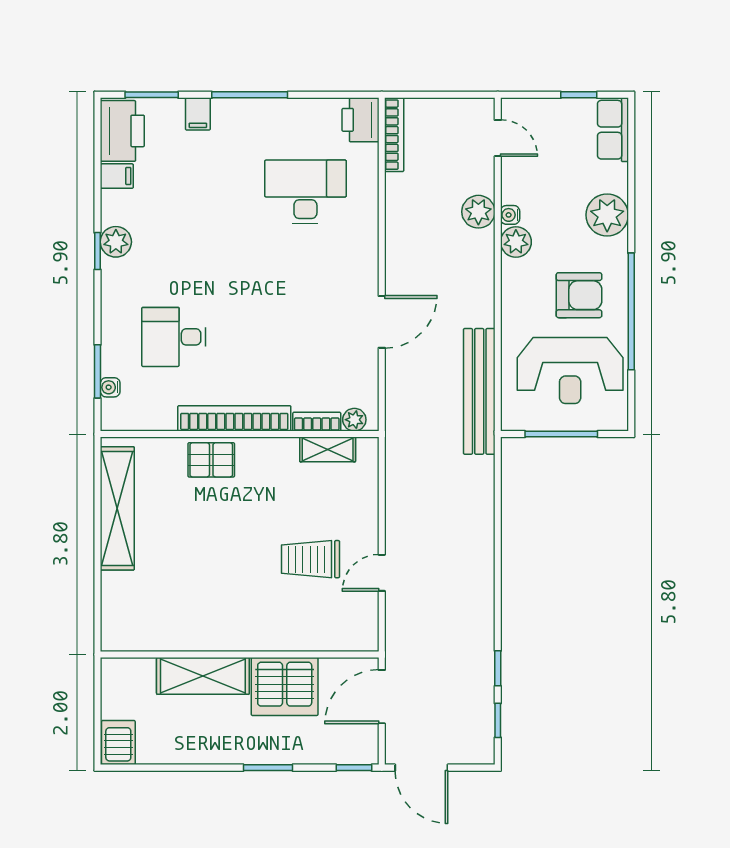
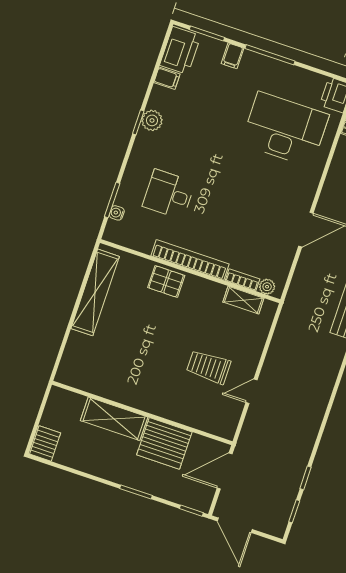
desk: (305, 192) -> (285, 129), width x1.36, depth x1.30

